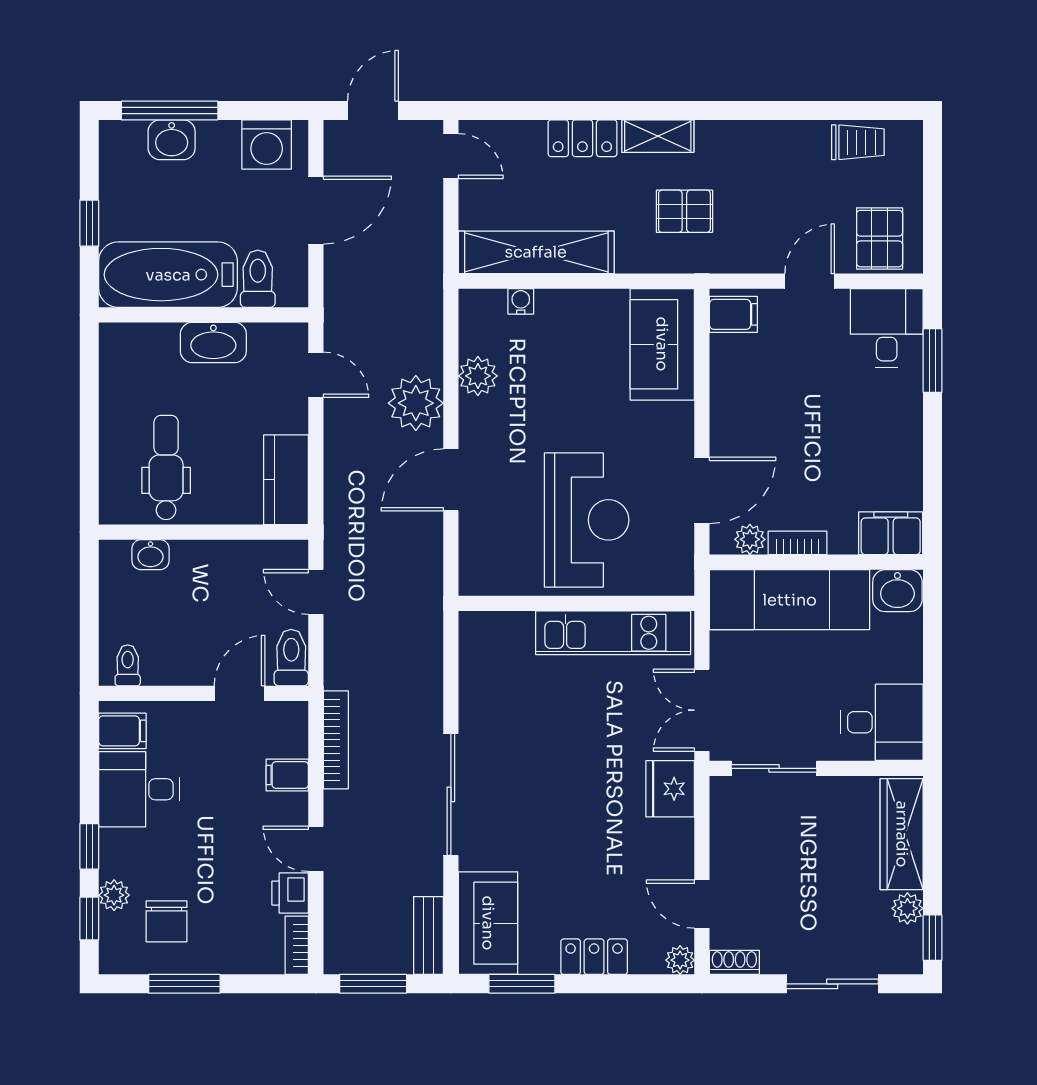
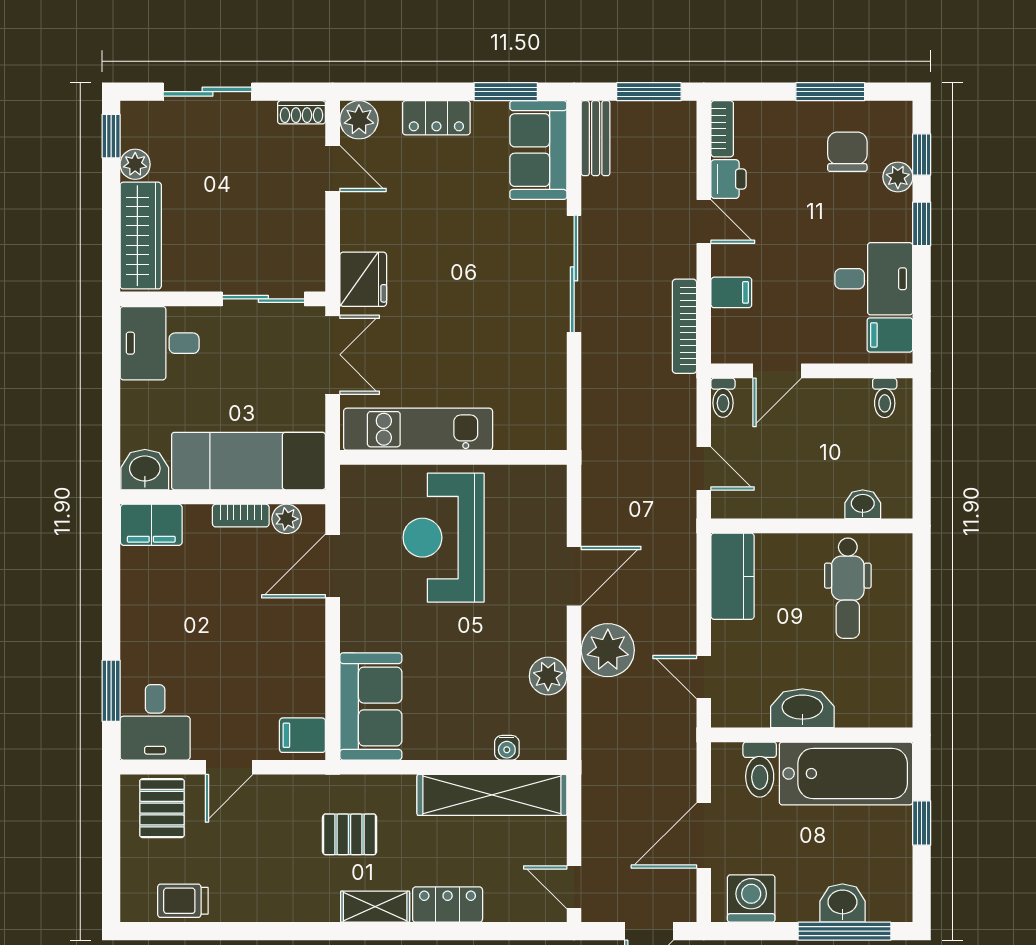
toilet: (291, 658) -> (723, 398), width x0.73, depth x0.72
plant: (680, 960) -> (359, 120), width x1.38, depth x1.38

